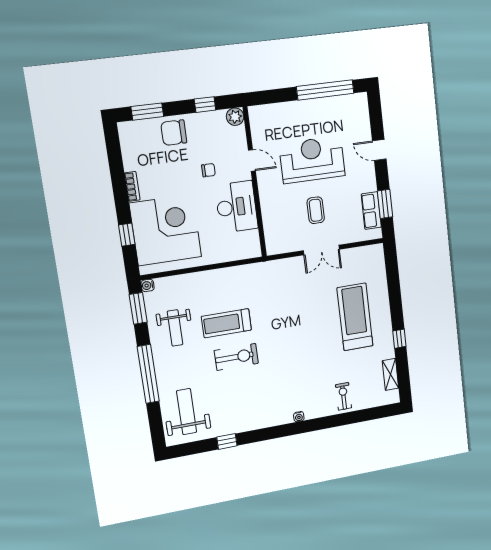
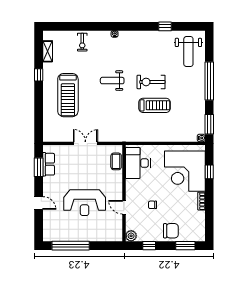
desk: (236, 207) -> (138, 163), moved
coffee table: (316, 210) -> (116, 161), moved
weight bench: (175, 328) -> (112, 81), moved, turned -90

